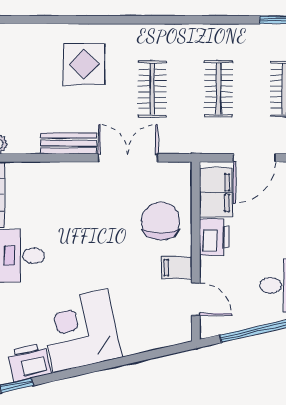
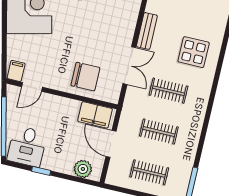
printer: (215, 237) -> (68, 108), removed
filing cabinet: (177, 268) -> (16, 71), moved

